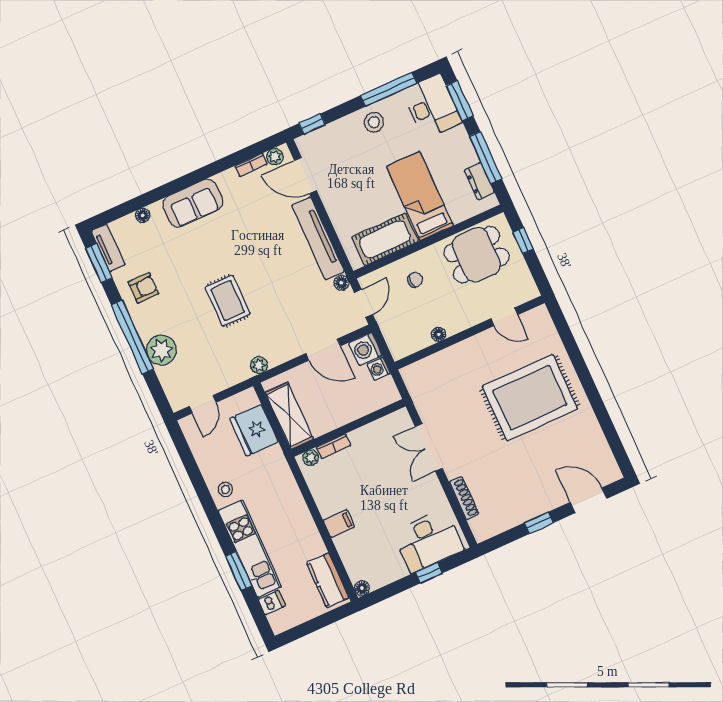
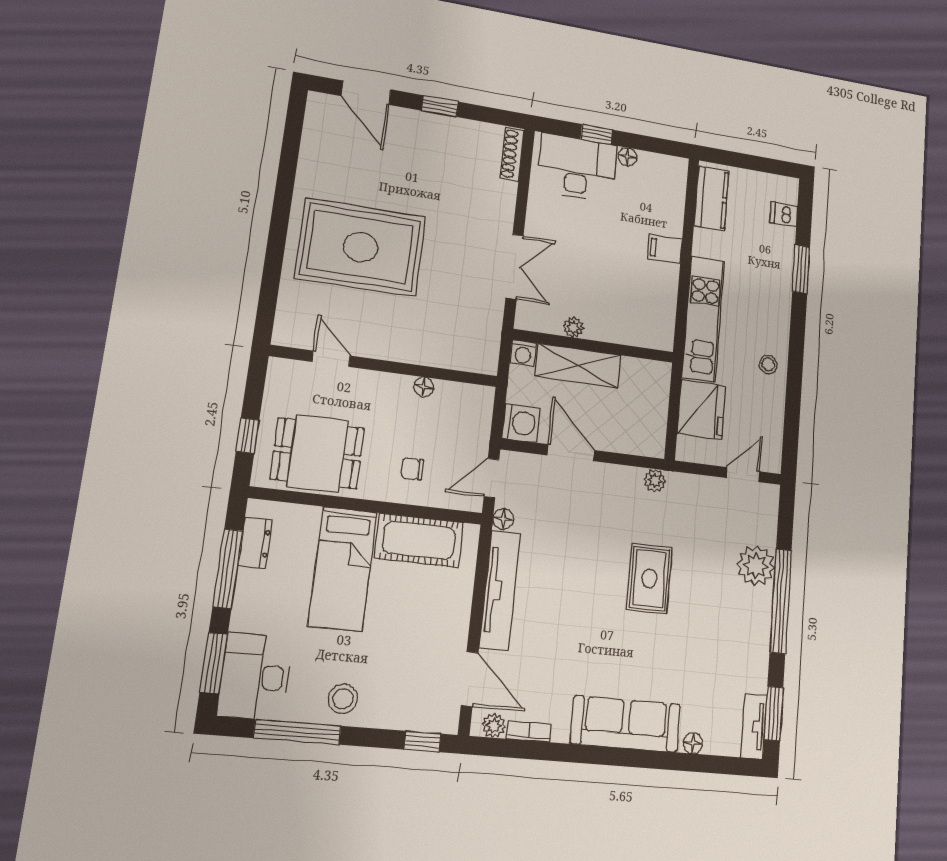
sofa: (193, 203) -> (626, 724), width x1.36
armchair: (143, 288) -> (738, 653), removed
washing machine: (379, 369) -> (523, 353), moved, turned 90
shelving: (289, 416) -> (578, 366), moved, turned 90
bookcase: (334, 446) -> (622, 336), removed
plant: (311, 458) -> (573, 327), moved
shoe rack: (464, 498) -> (512, 154), moved
kitchen unit: (250, 549) -> (703, 319), moved, turned 180
floor lamp: (362, 588) -> (628, 157), moved

